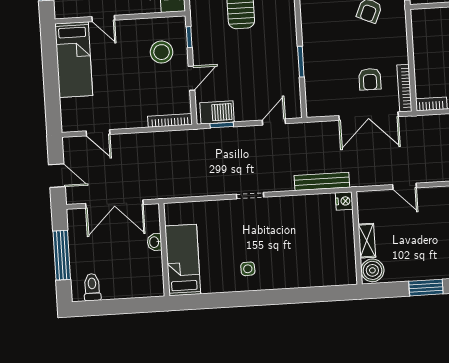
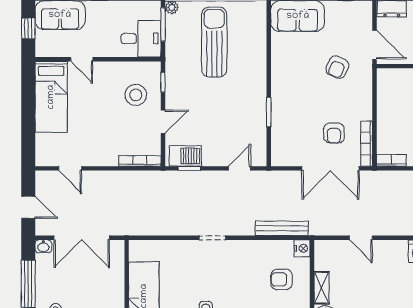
armchair: (325, 235) -> (281, 279), added
washbasin: (155, 242) -> (43, 246), moved, turned -90

